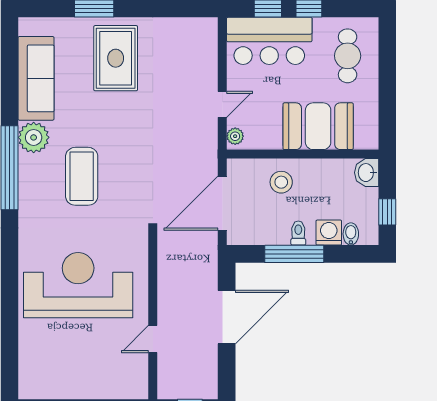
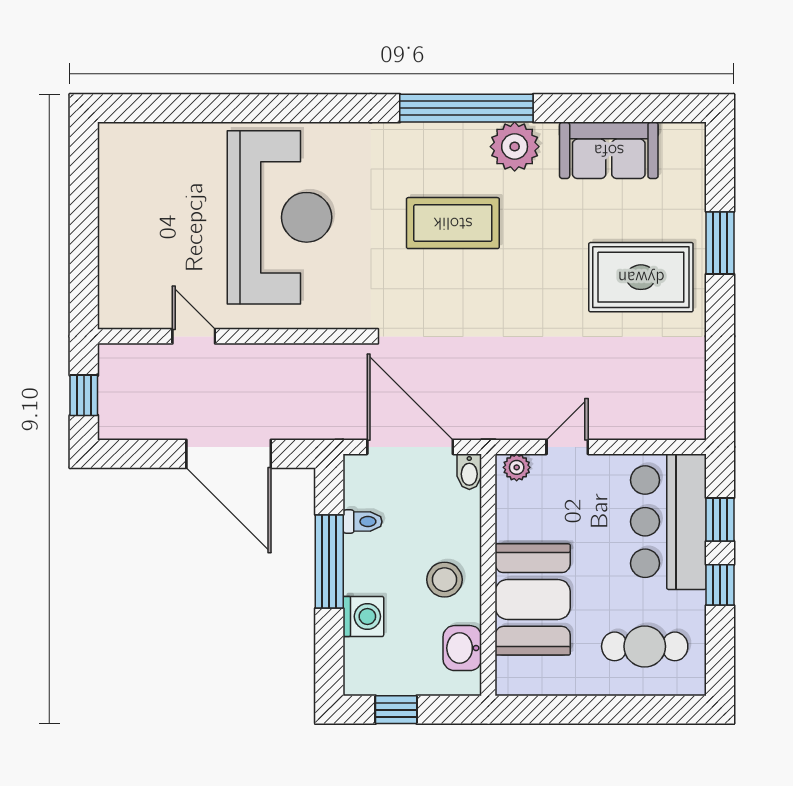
sofa: (36, 78) -> (609, 150), width x0.73
door: (222, 104) -> (567, 447), swing flipped
washbasin: (367, 173) -> (462, 648), moved, turned -90
stool: (281, 182) -> (445, 580), moved
toilet: (298, 233) -> (362, 522), moved
bidet: (351, 234) -> (469, 472), moved, turned 90

